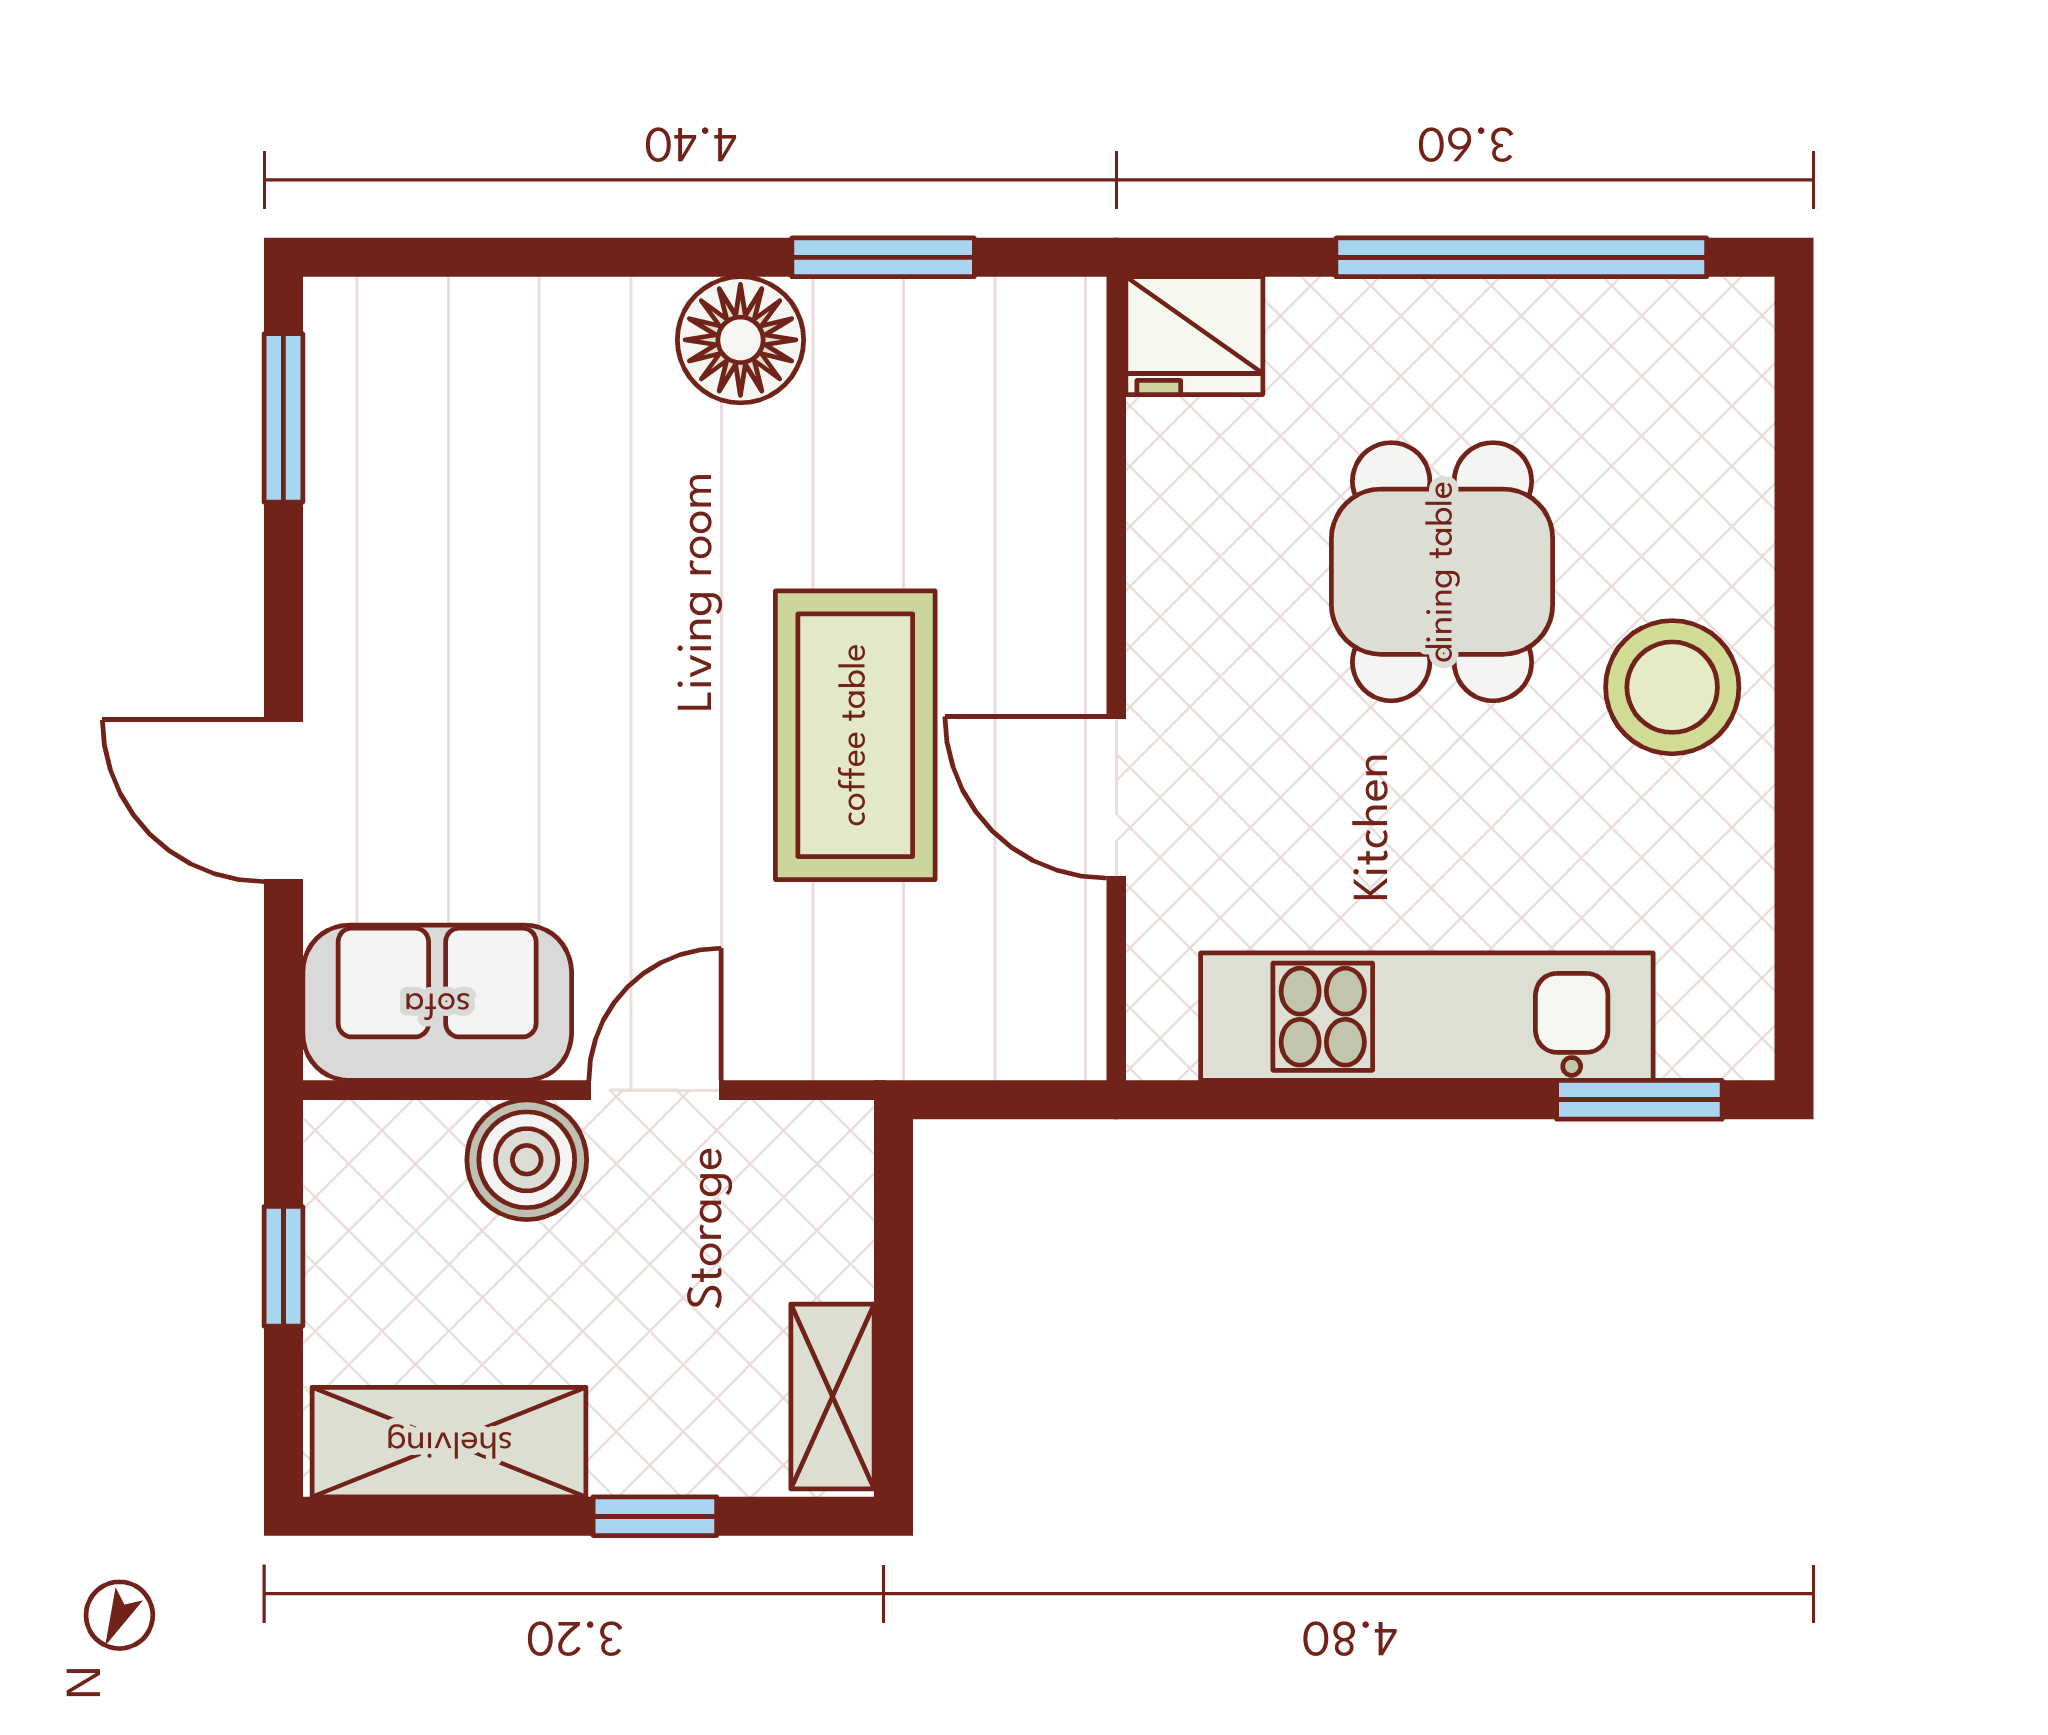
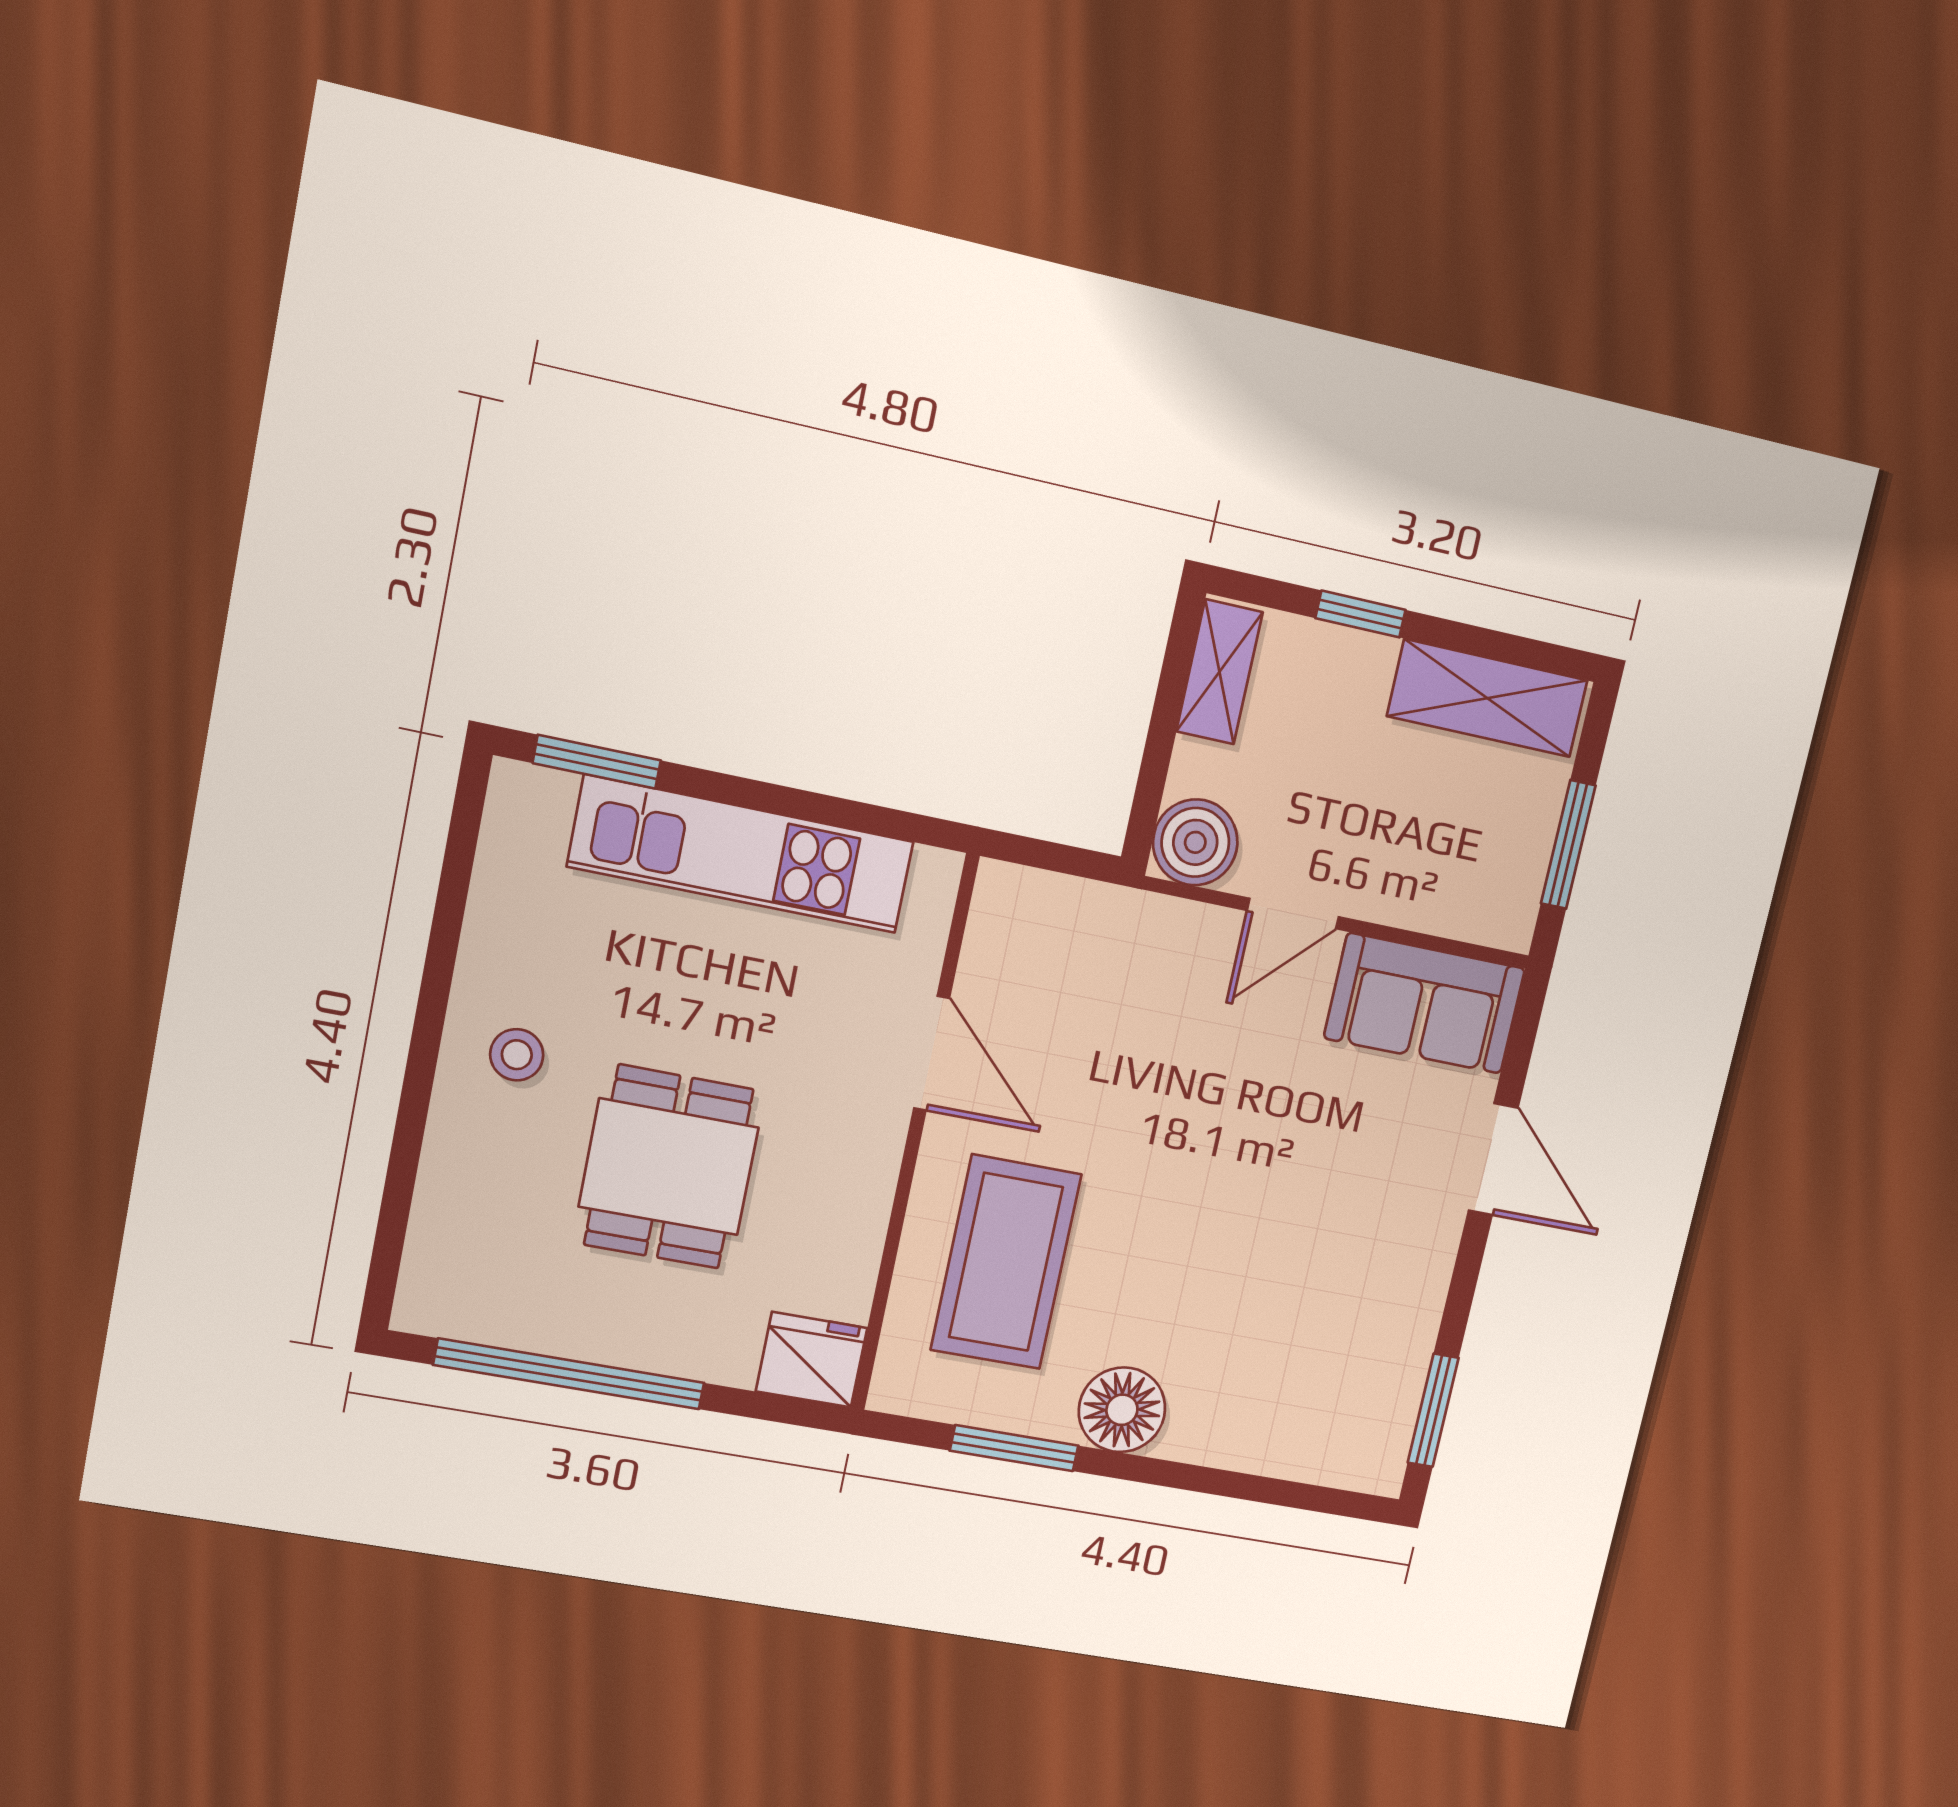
stool: (1672, 687) -> (517, 1055), width x0.53, depth x0.53
coffee table: (855, 735) -> (1006, 1262), moved
boiler: (527, 1160) -> (1195, 842), moved
window: (283, 1266) -> (1568, 844), width x1.50

